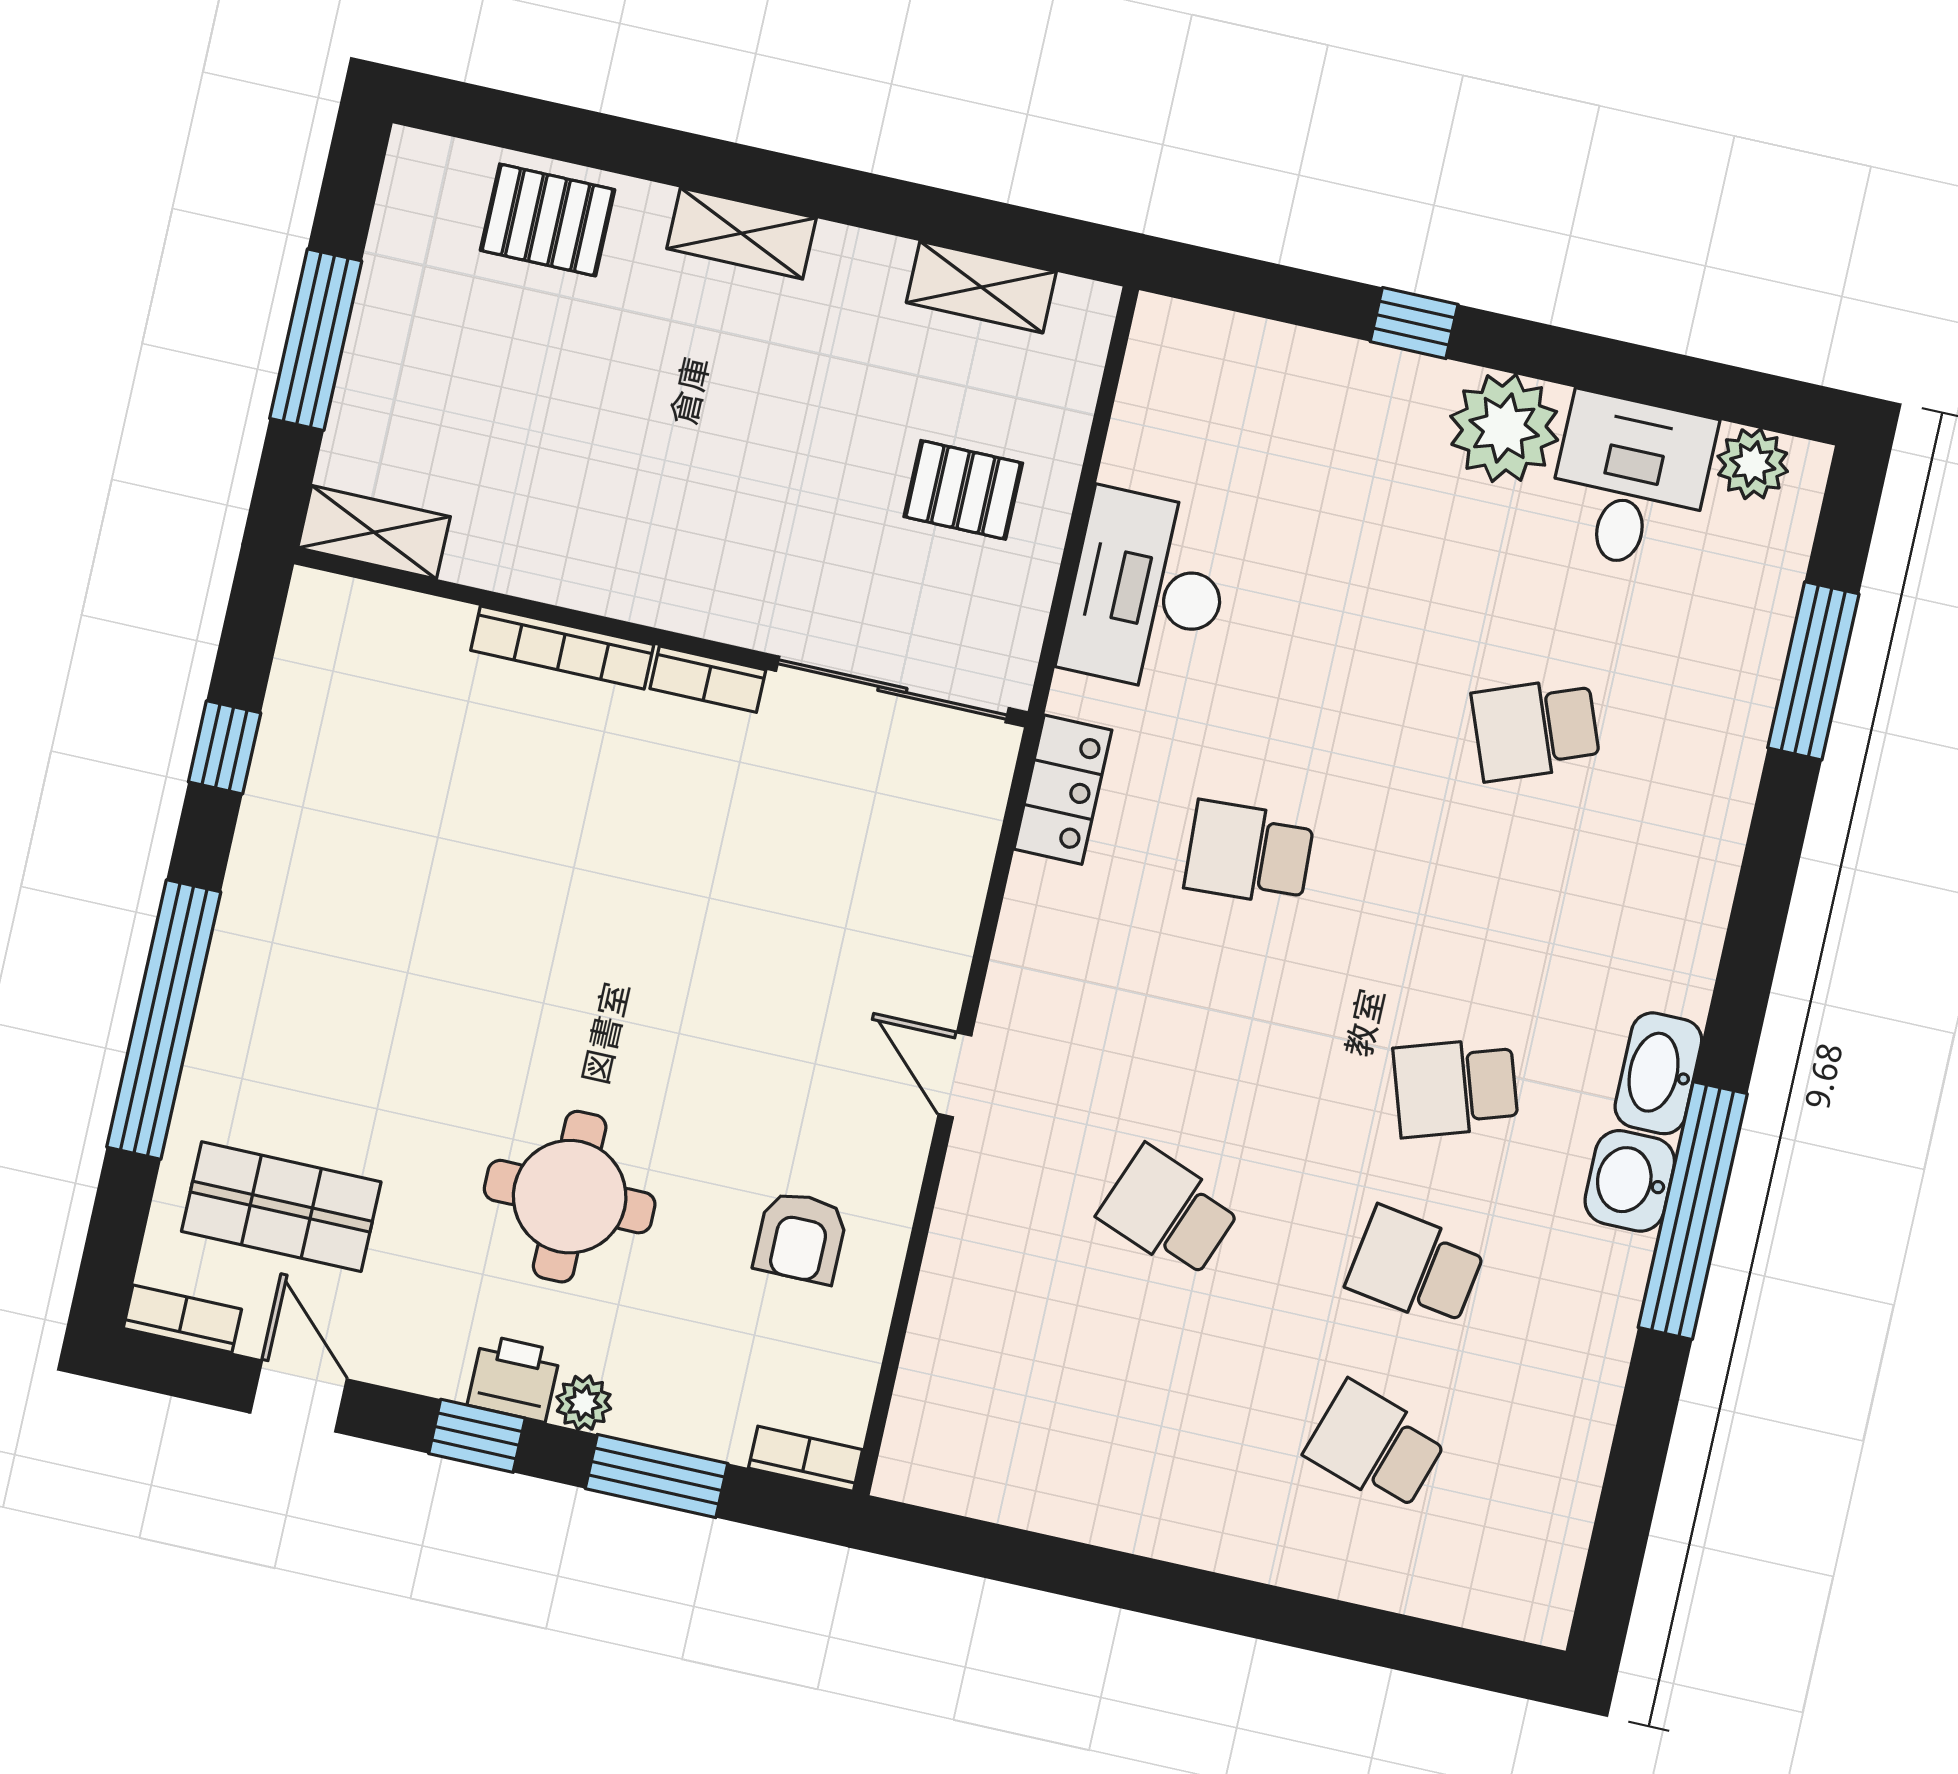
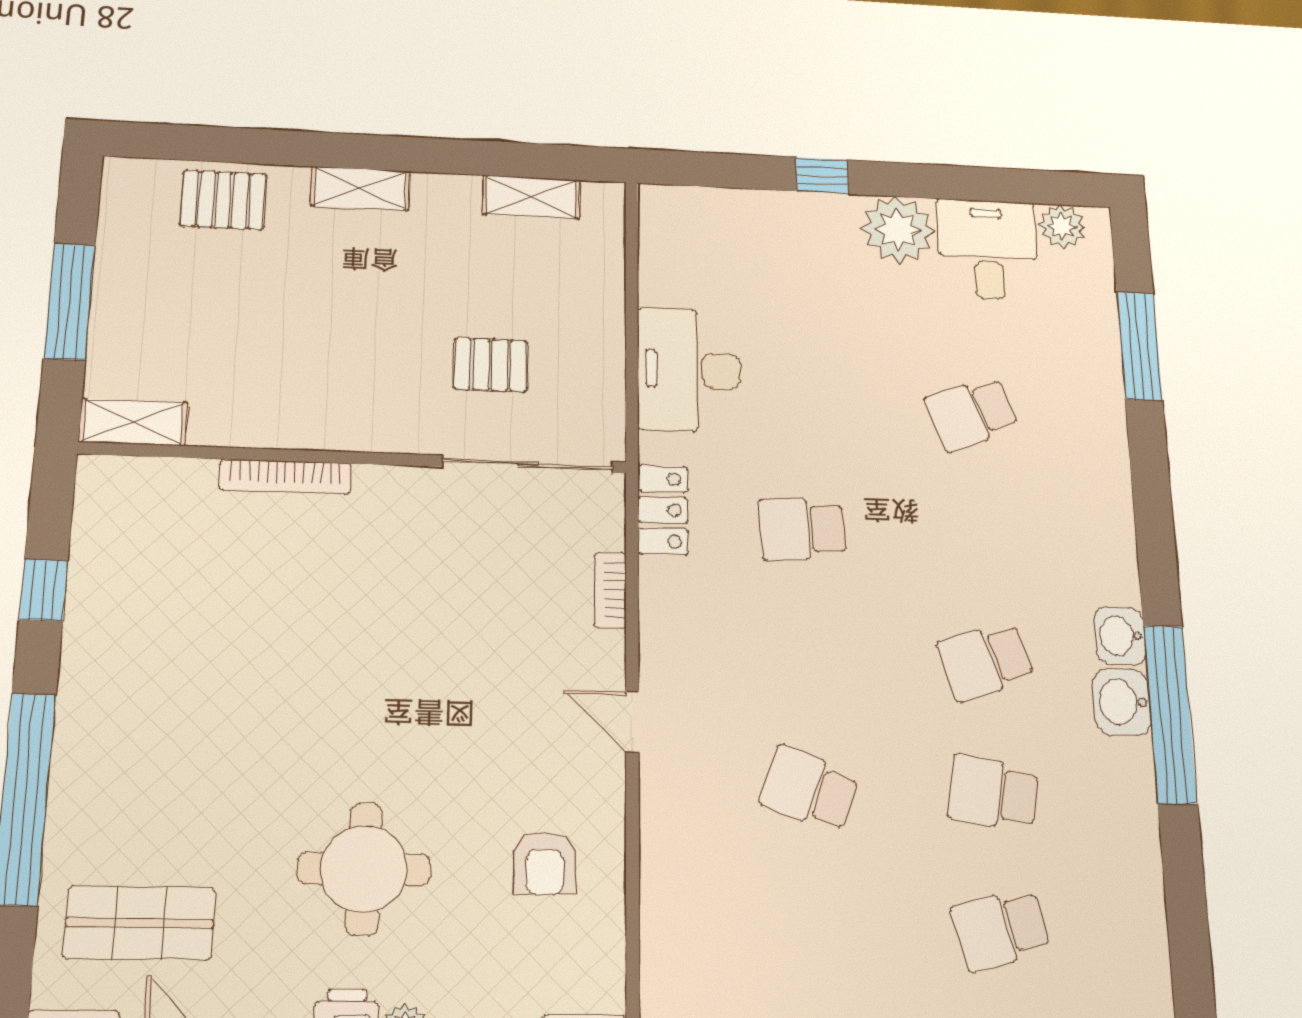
pallet: (963, 490) -> (490, 365), moved
bookcase: (708, 679) -> (610, 590), moved, turned 90
washbasin: (1658, 1073) -> (1120, 636), width x0.72
school desk: (1376, 1446) -> (1001, 929), turned -33

